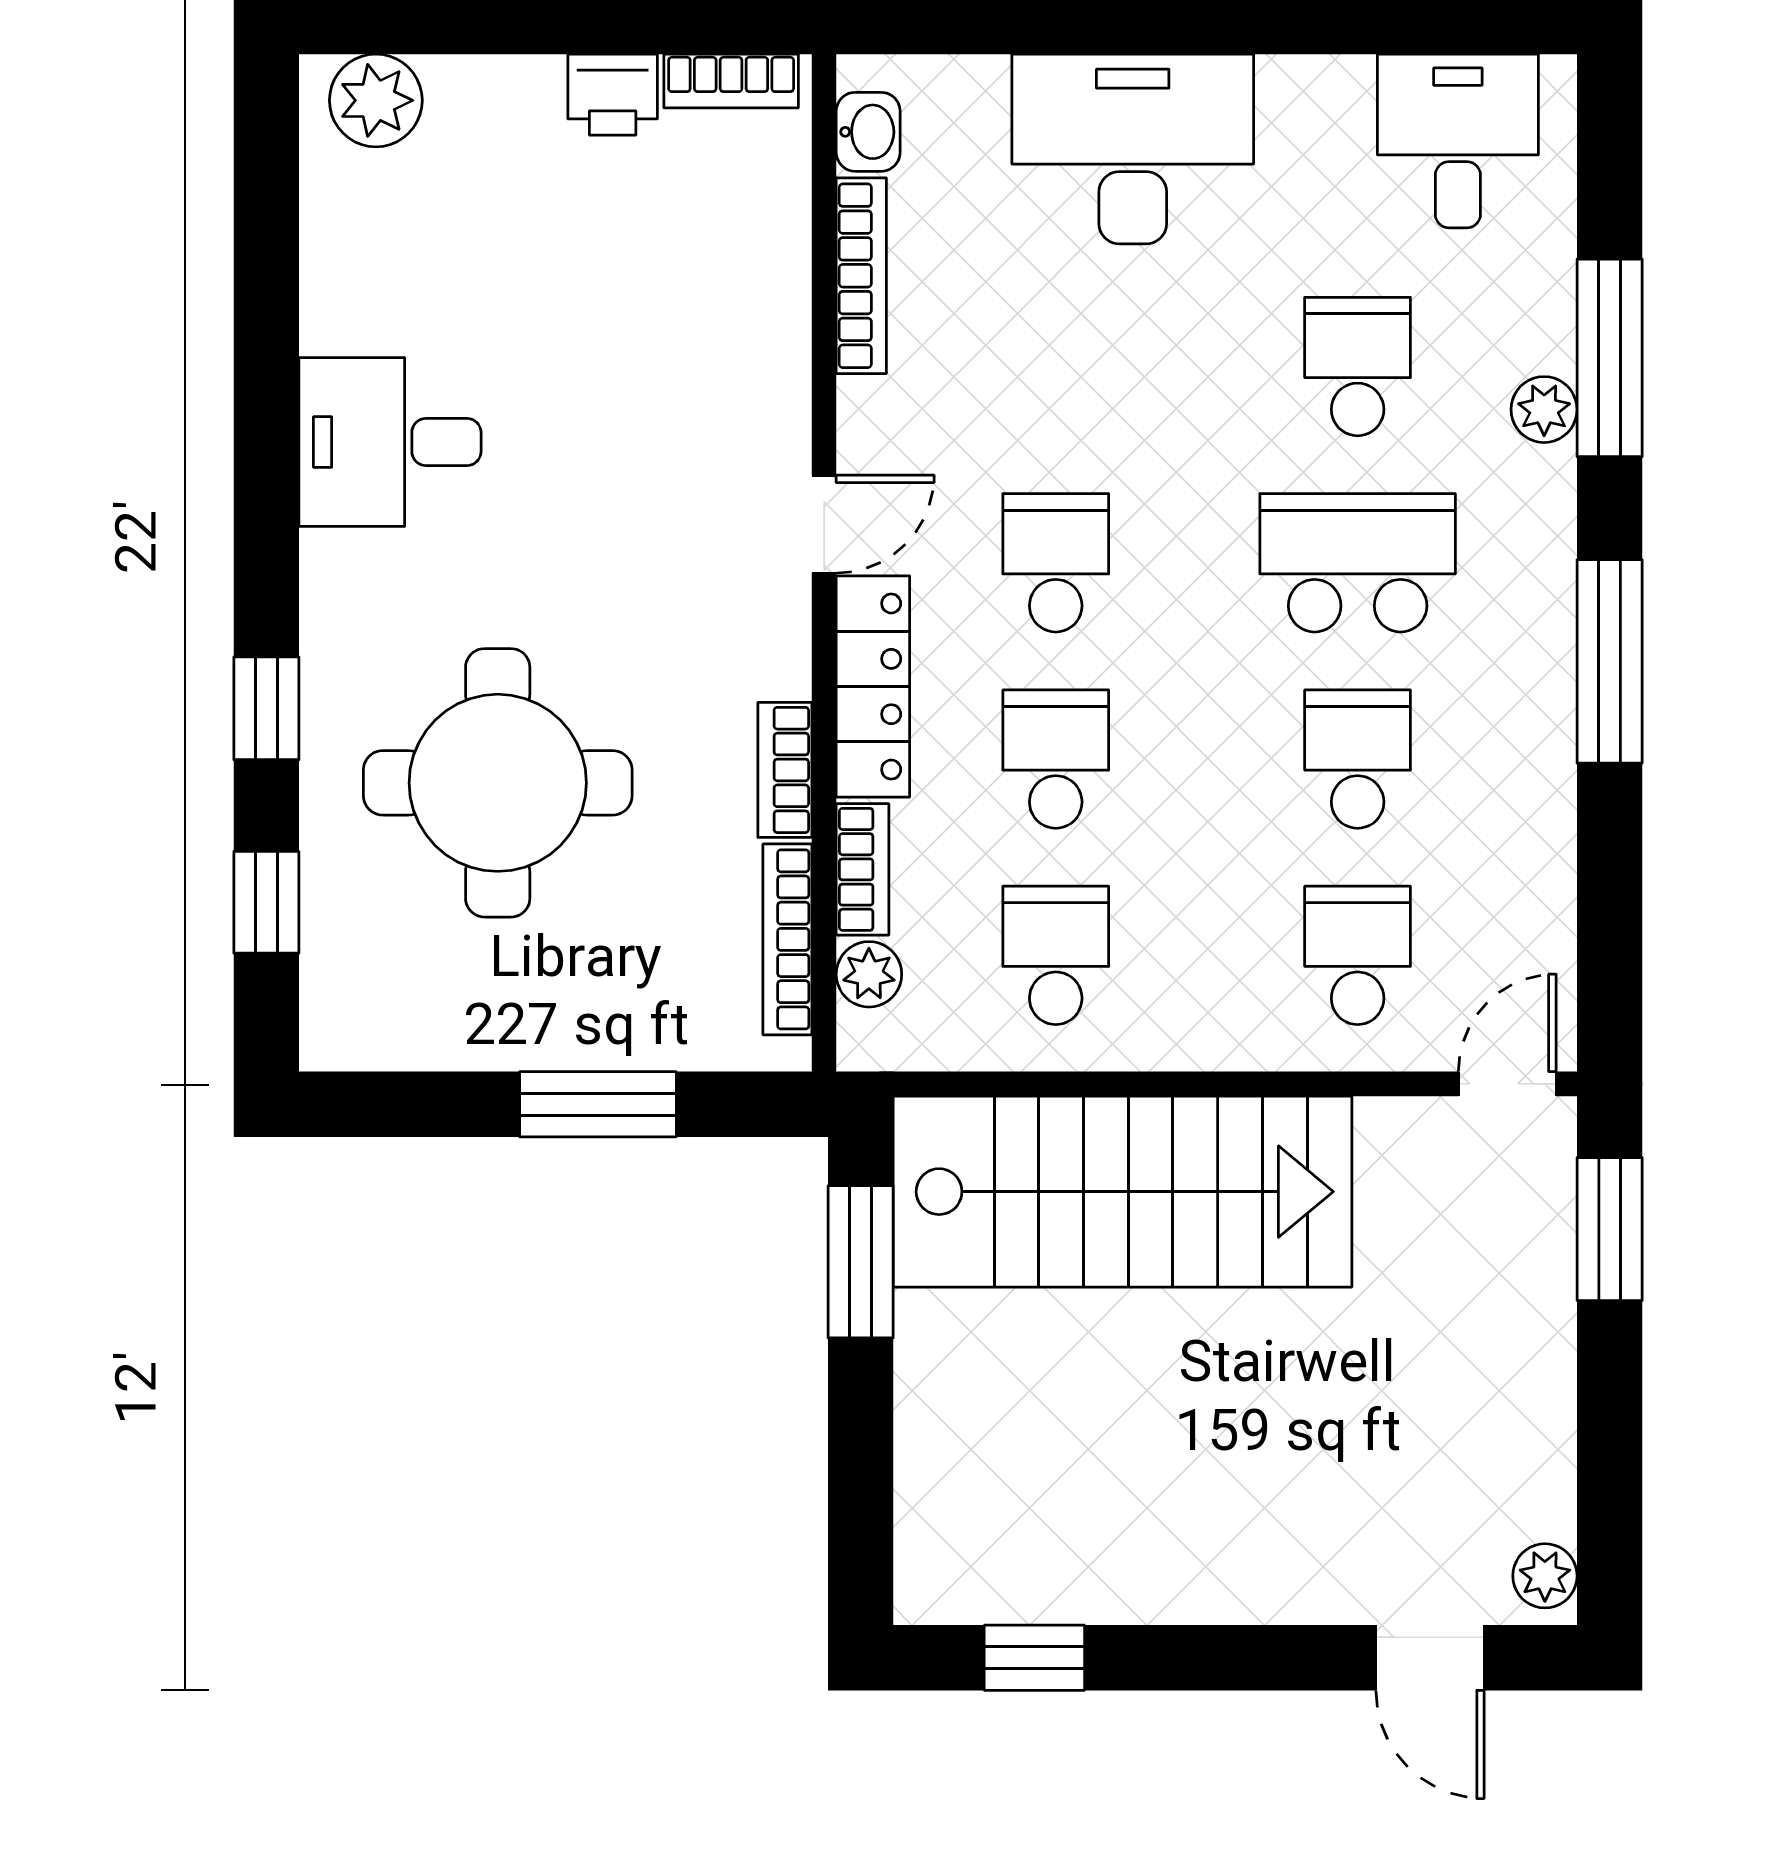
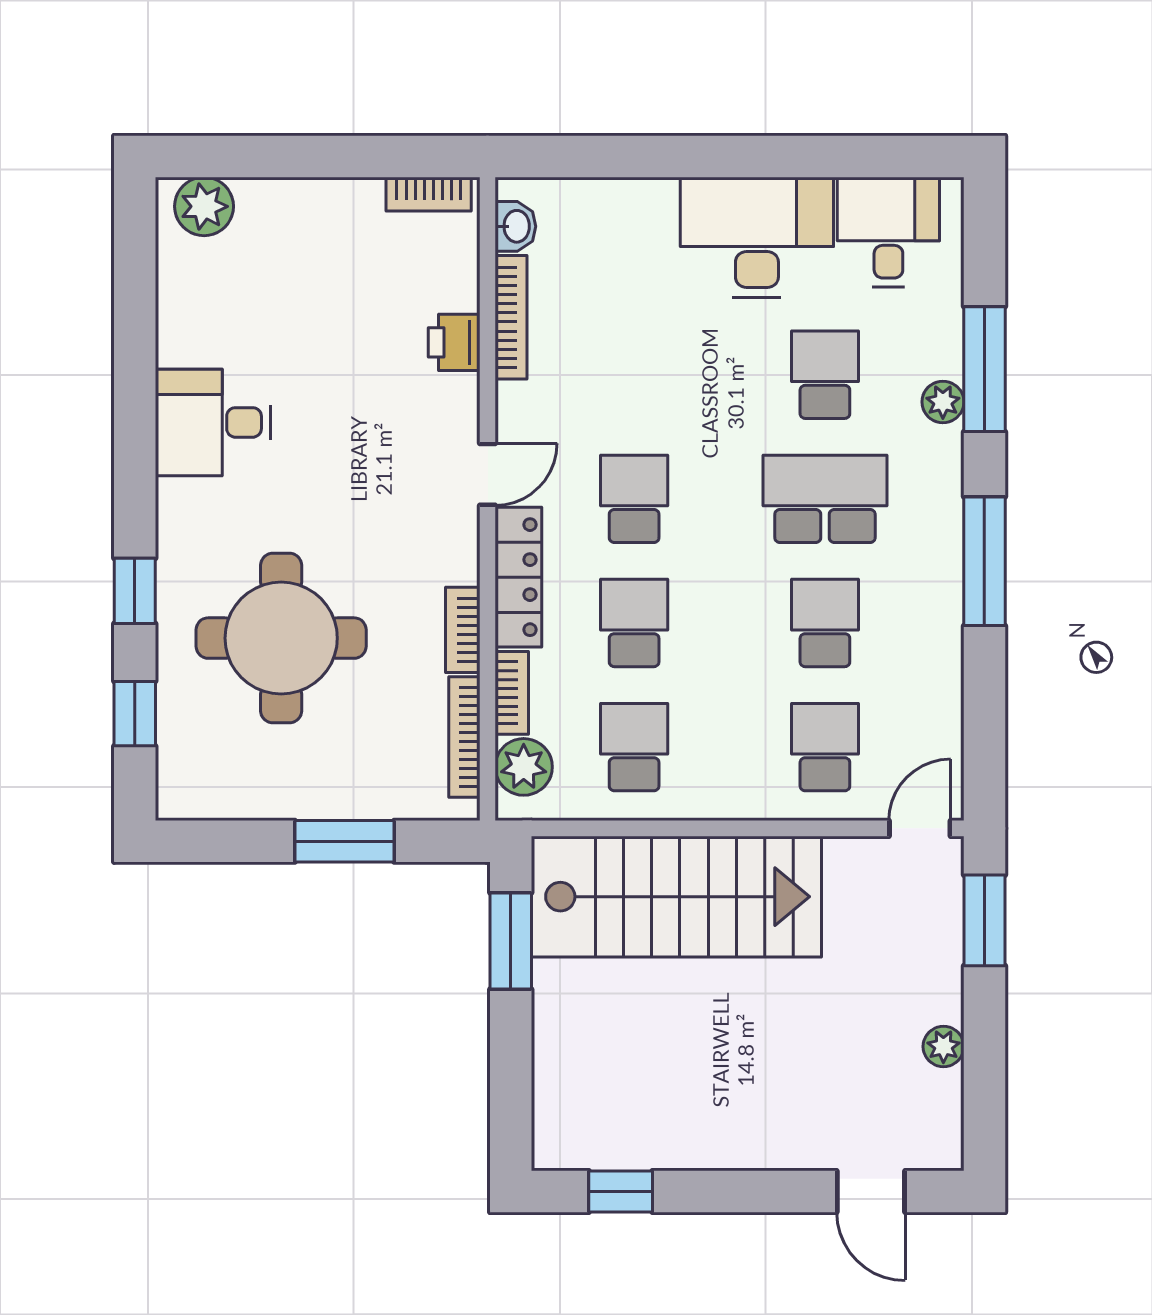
printer: (613, 95) -> (454, 342), moved, turned 90
desk: (1133, 149) -> (757, 237), moved
plant: (869, 974) -> (524, 767), width x1.38, depth x1.38
plant: (1545, 1576) -> (943, 1047), moved

